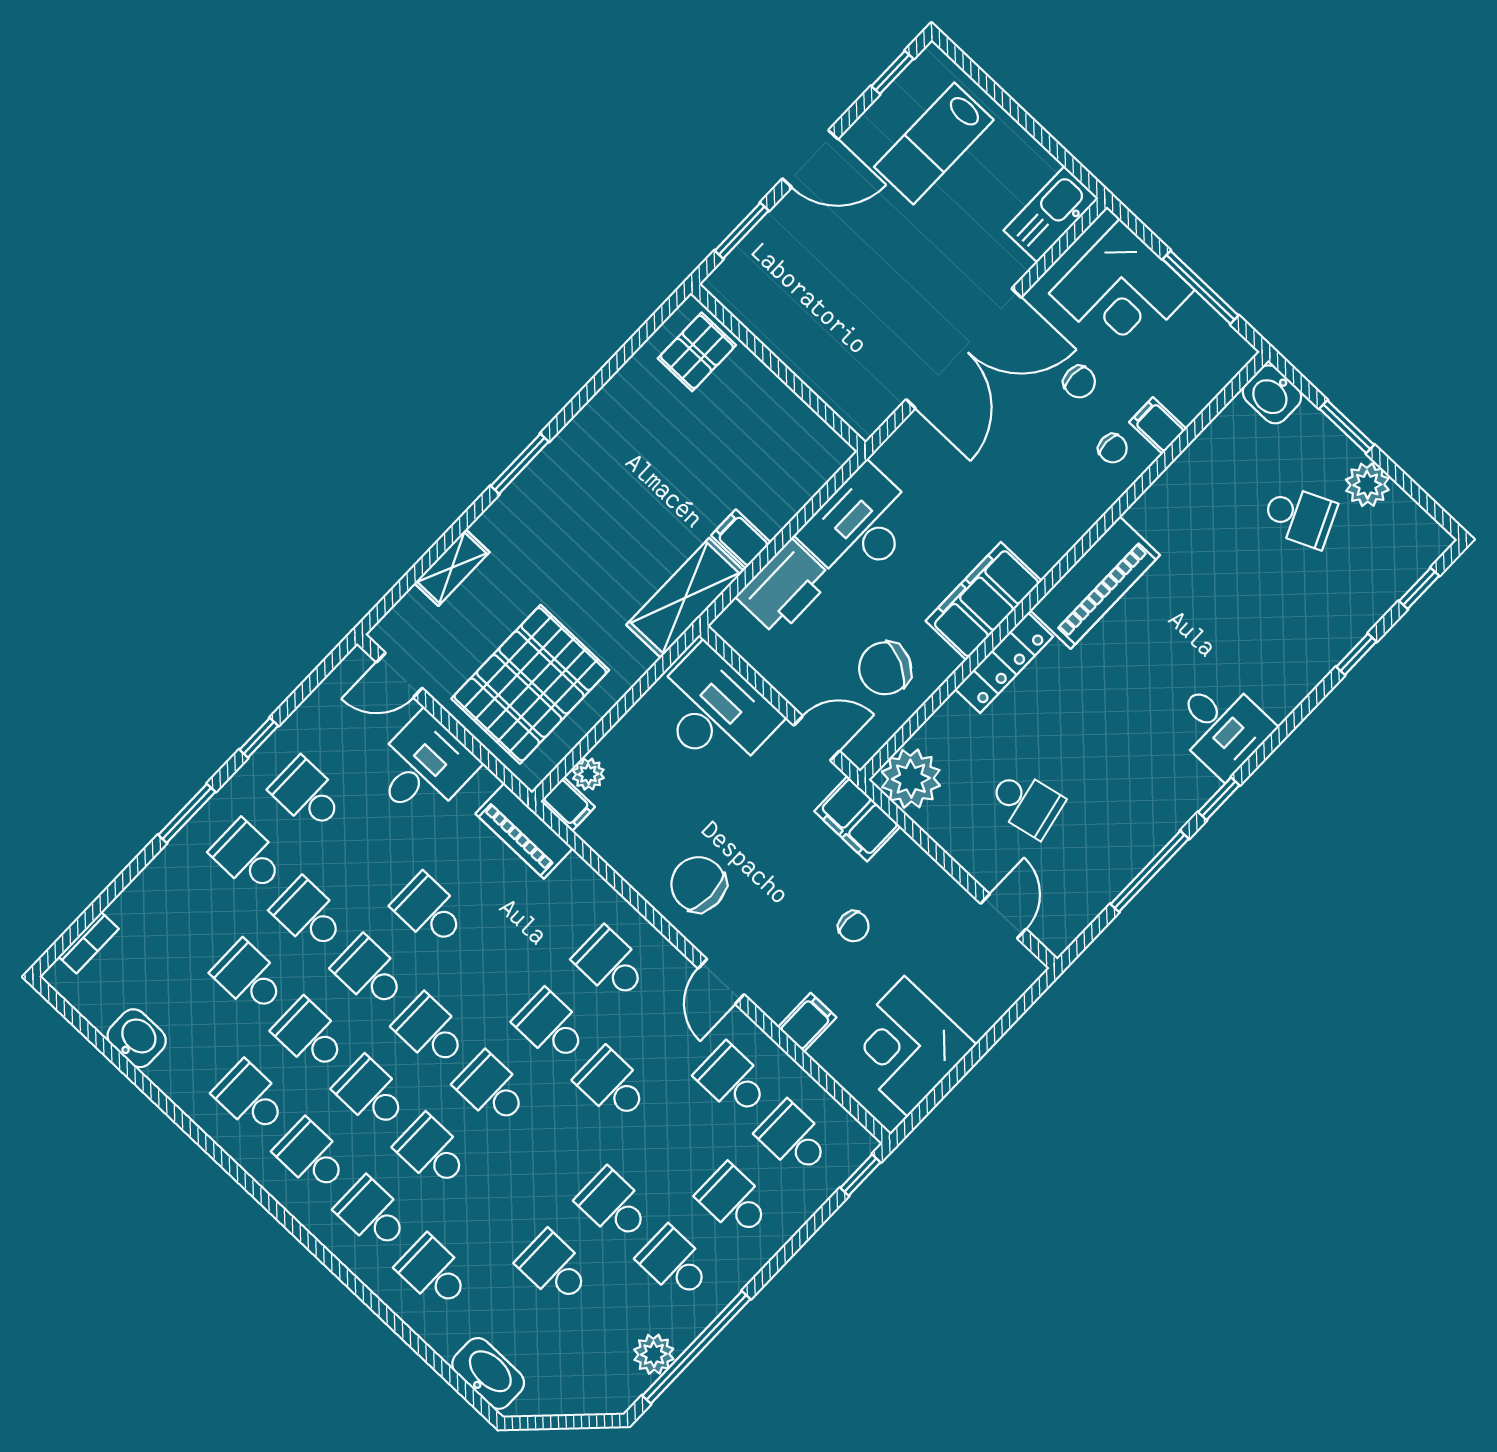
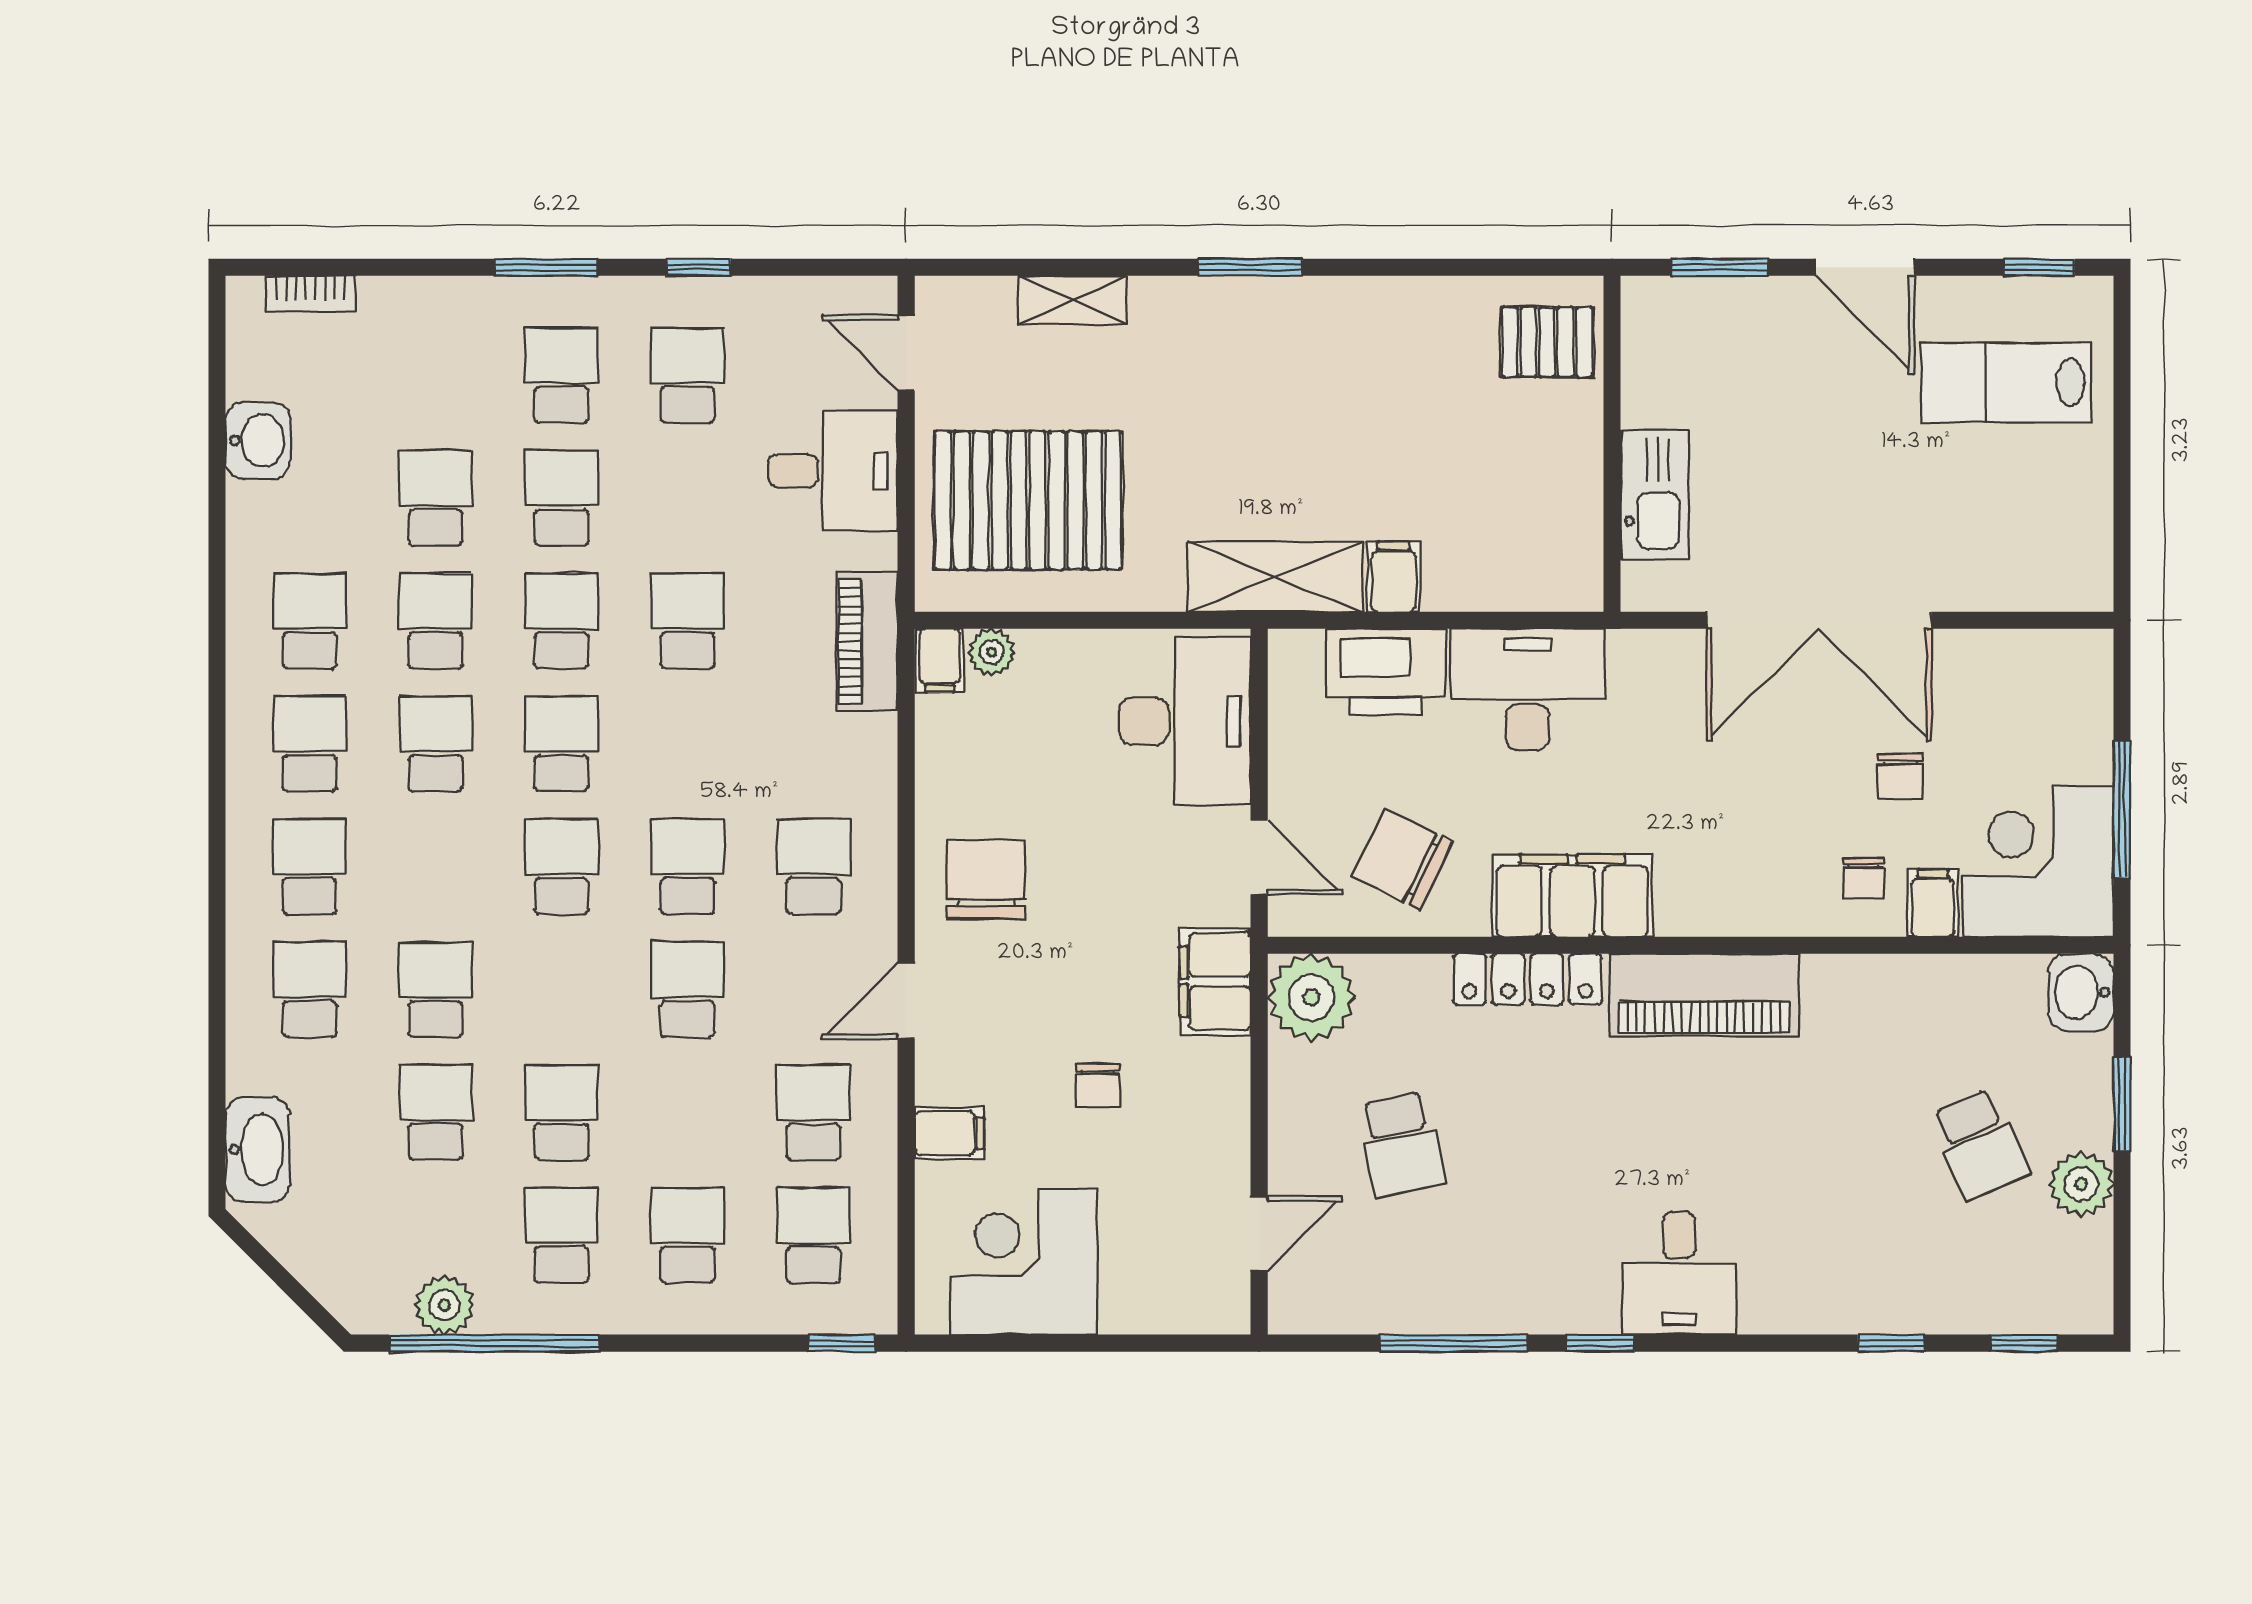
kitchen sink: (1051, 214) -> (1655, 495), moved, turned 90
corner desk: (1122, 292) -> (2038, 862), moved, turned 90
school desk: (432, 1151) -> (436, 990), moved

